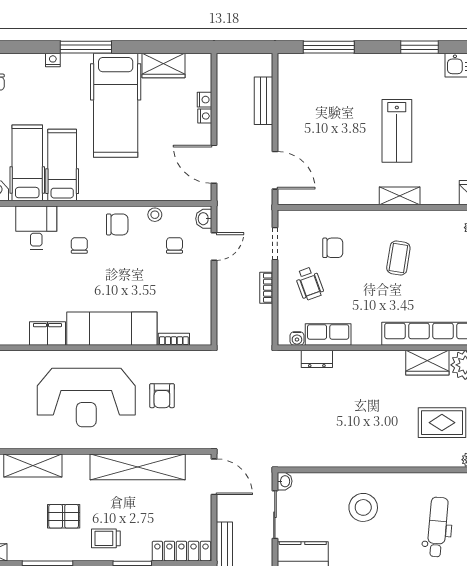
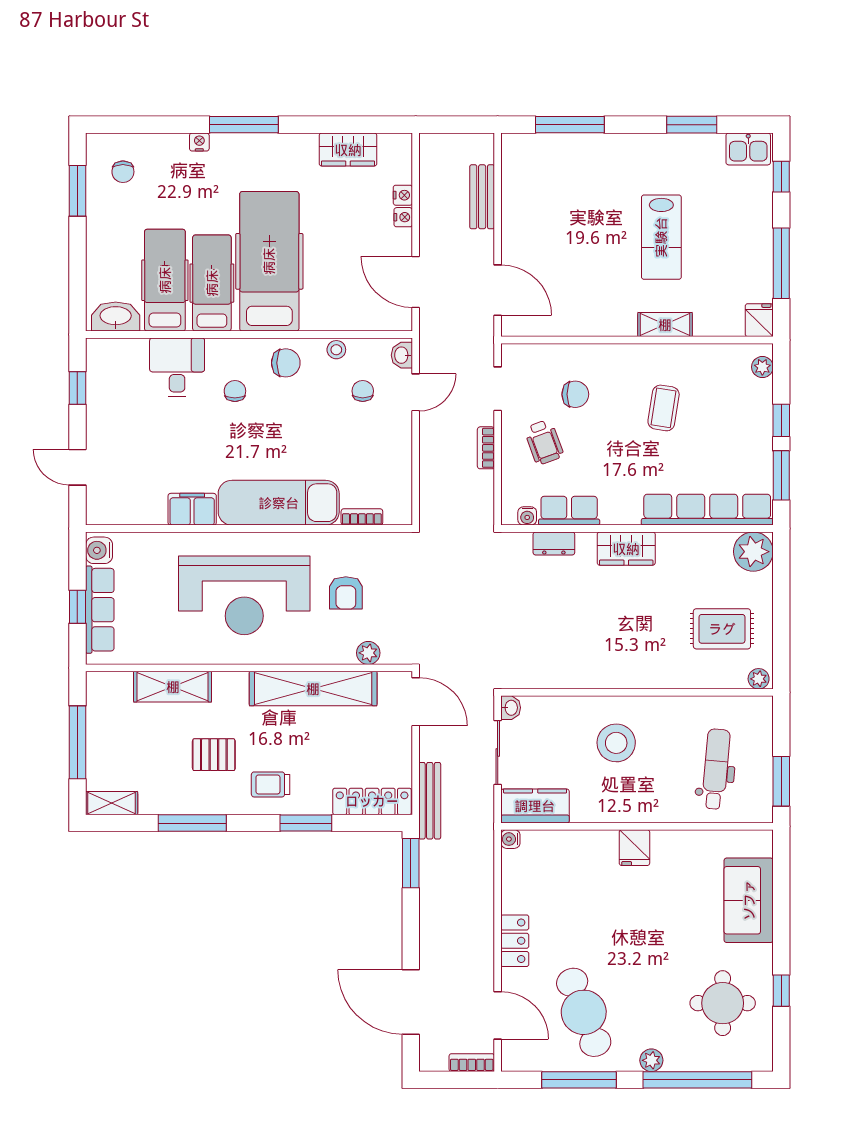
hospital bed: (116, 105) -> (269, 261), moved, turned 180
wardrobe: (427, 363) -> (626, 549), moved
plant: (179, 440) -> (368, 653), added

